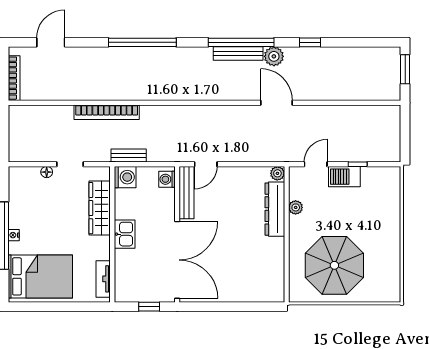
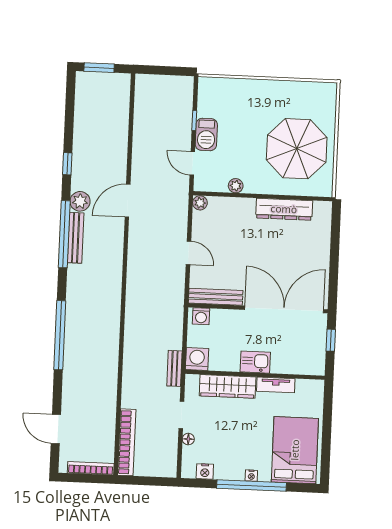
bookcase: (107, 112) -> (127, 442), moved
bench: (129, 156) -> (174, 368), moved
door: (206, 164) -> (188, 253), moved
nightstand: (16, 190) -> (205, 471), added
dresser: (275, 209) -> (284, 209), moved
tv unit: (103, 279) -> (276, 385), moved

